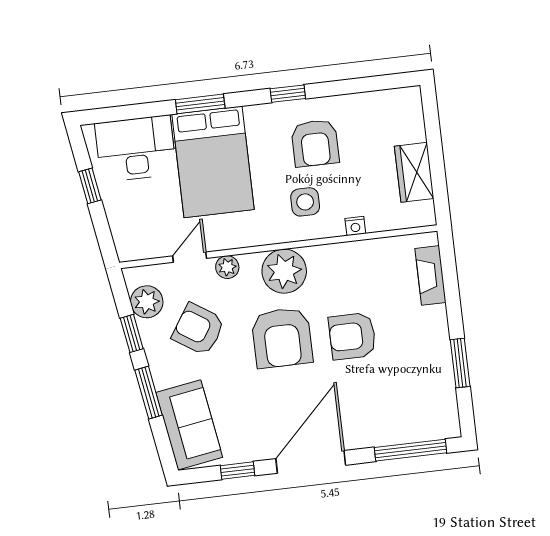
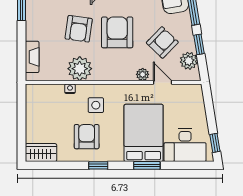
wardrobe: (414, 172) -> (41, 153), moved, turned -90
window: (90, 186) -> (215, 143), moved
door: (190, 257) -> (162, 82), swing flipped
plant: (284, 271) -> (80, 69), moved
armchair: (198, 329) -> (162, 42), turned -79
armchair: (352, 336) -> (79, 29), turned 98

